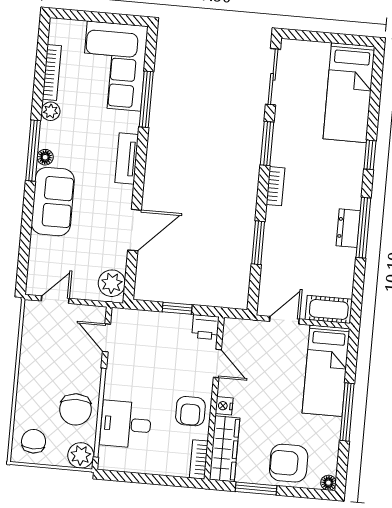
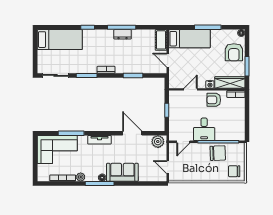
printer: (205, 327) -> (174, 96), removed
armchair: (190, 411) -> (214, 100), turned 180
desk: (126, 424) -> (204, 129), moved
plant: (81, 455) -> (239, 149), removed

